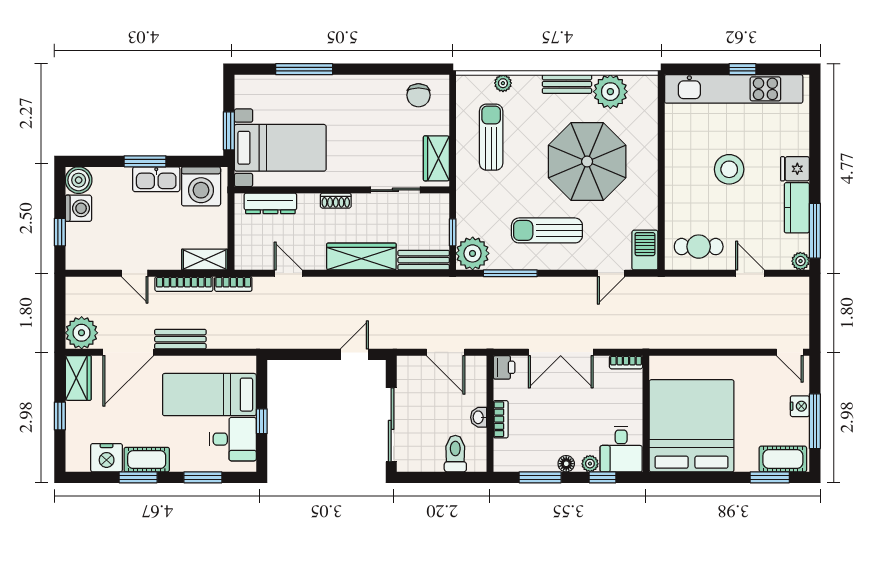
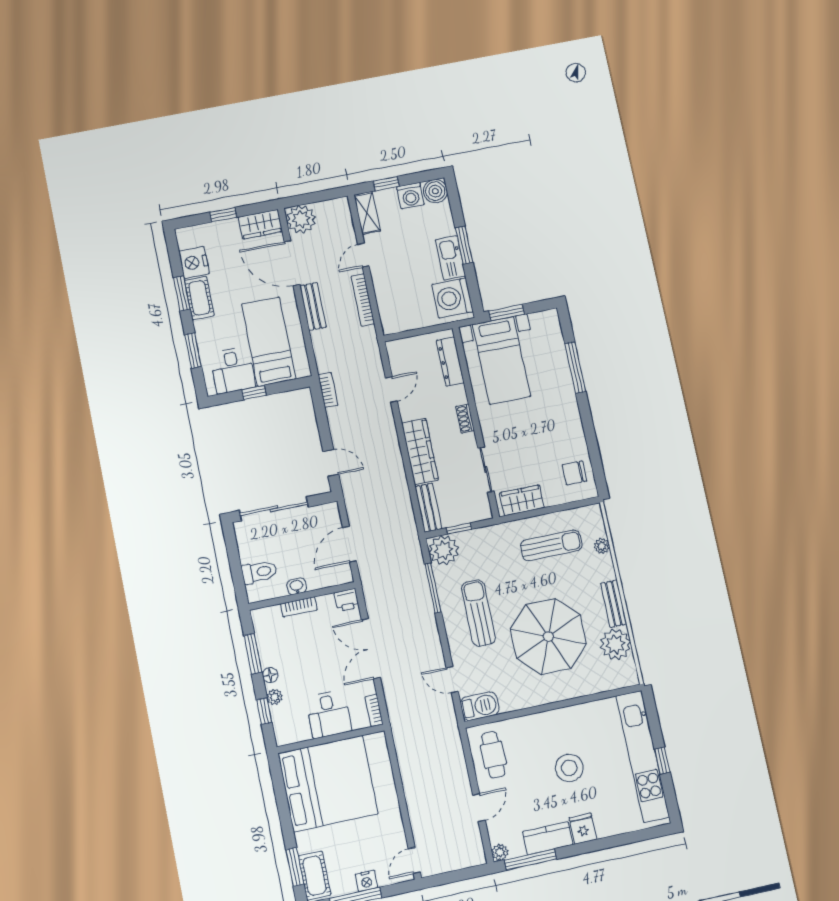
shelving: (205, 260) -> (367, 213), moved
bookcase: (233, 284) -> (328, 390), moved, turned 180
desk: (621, 449) -> (329, 714), moved, turned -90

